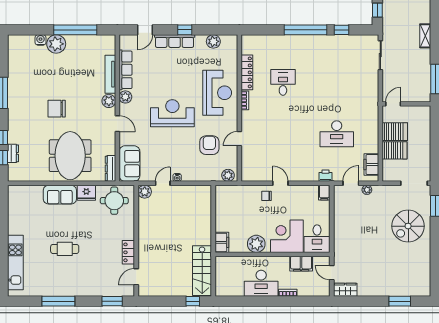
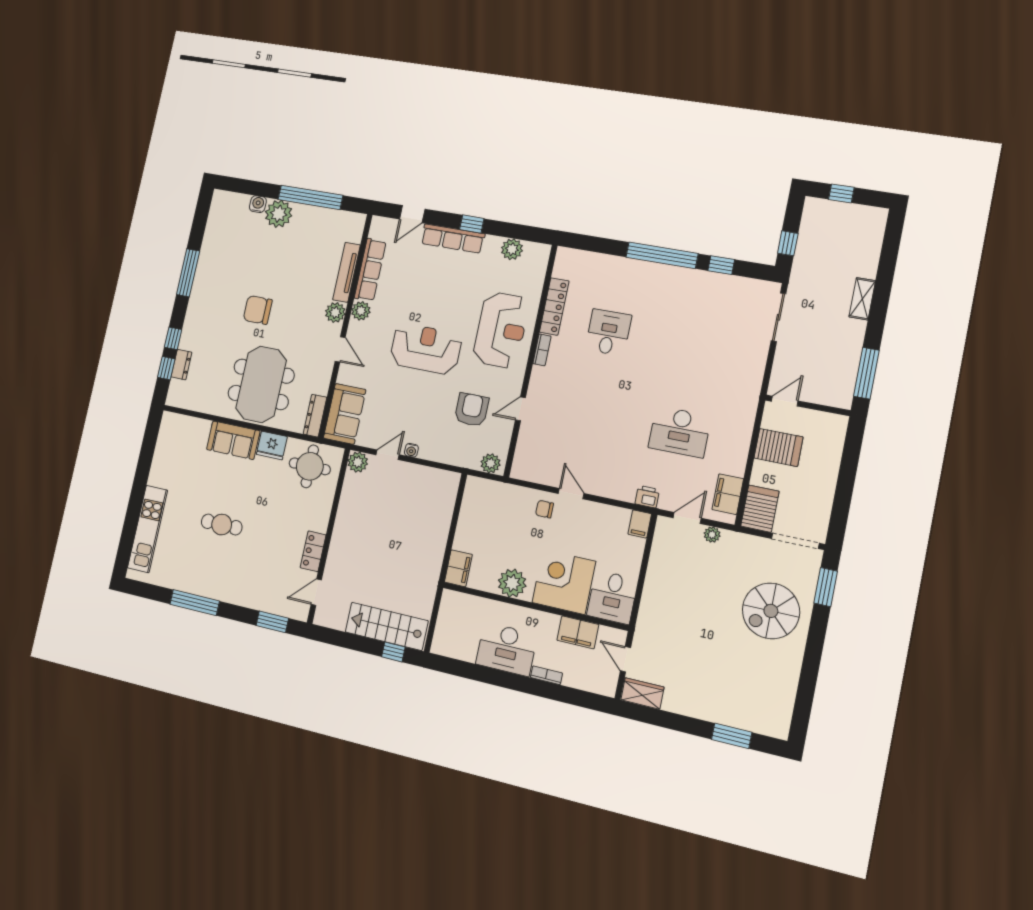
server rack: (394, 150) -> (760, 509), moved, turned -90
stairs: (202, 271) -> (387, 626), moved, turned 90

